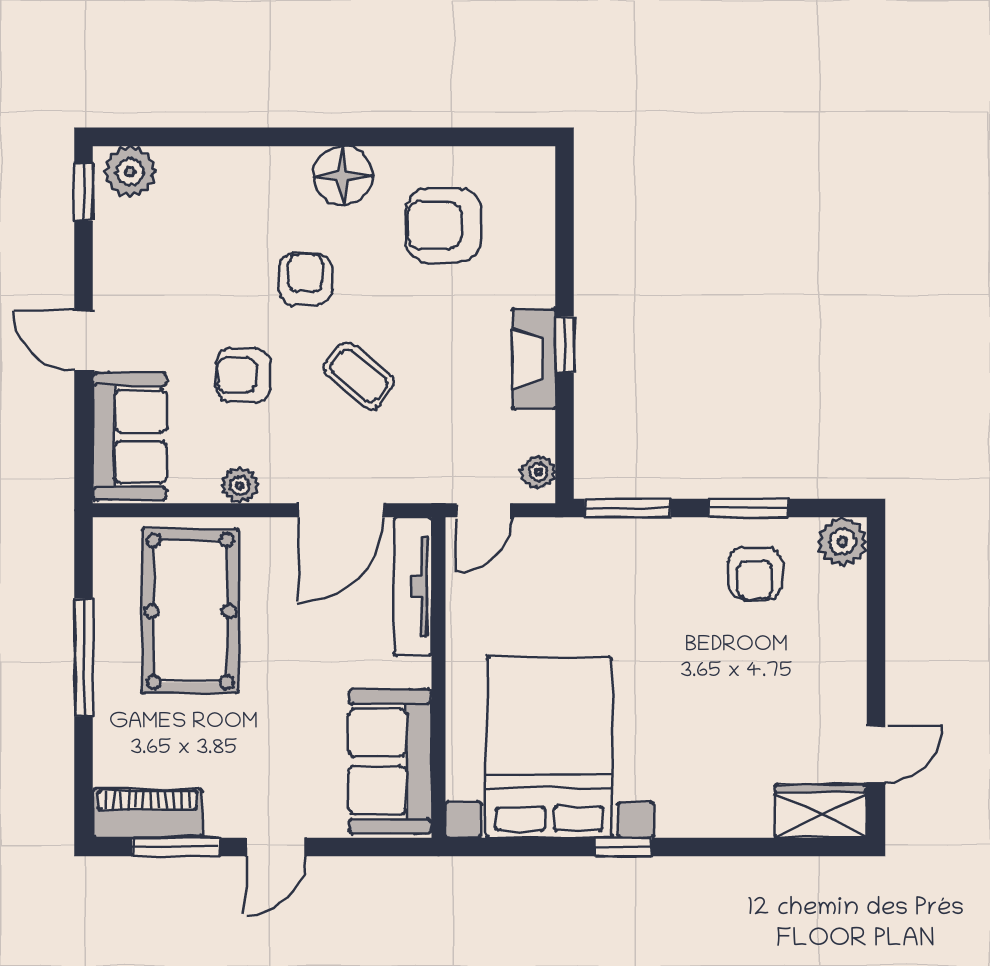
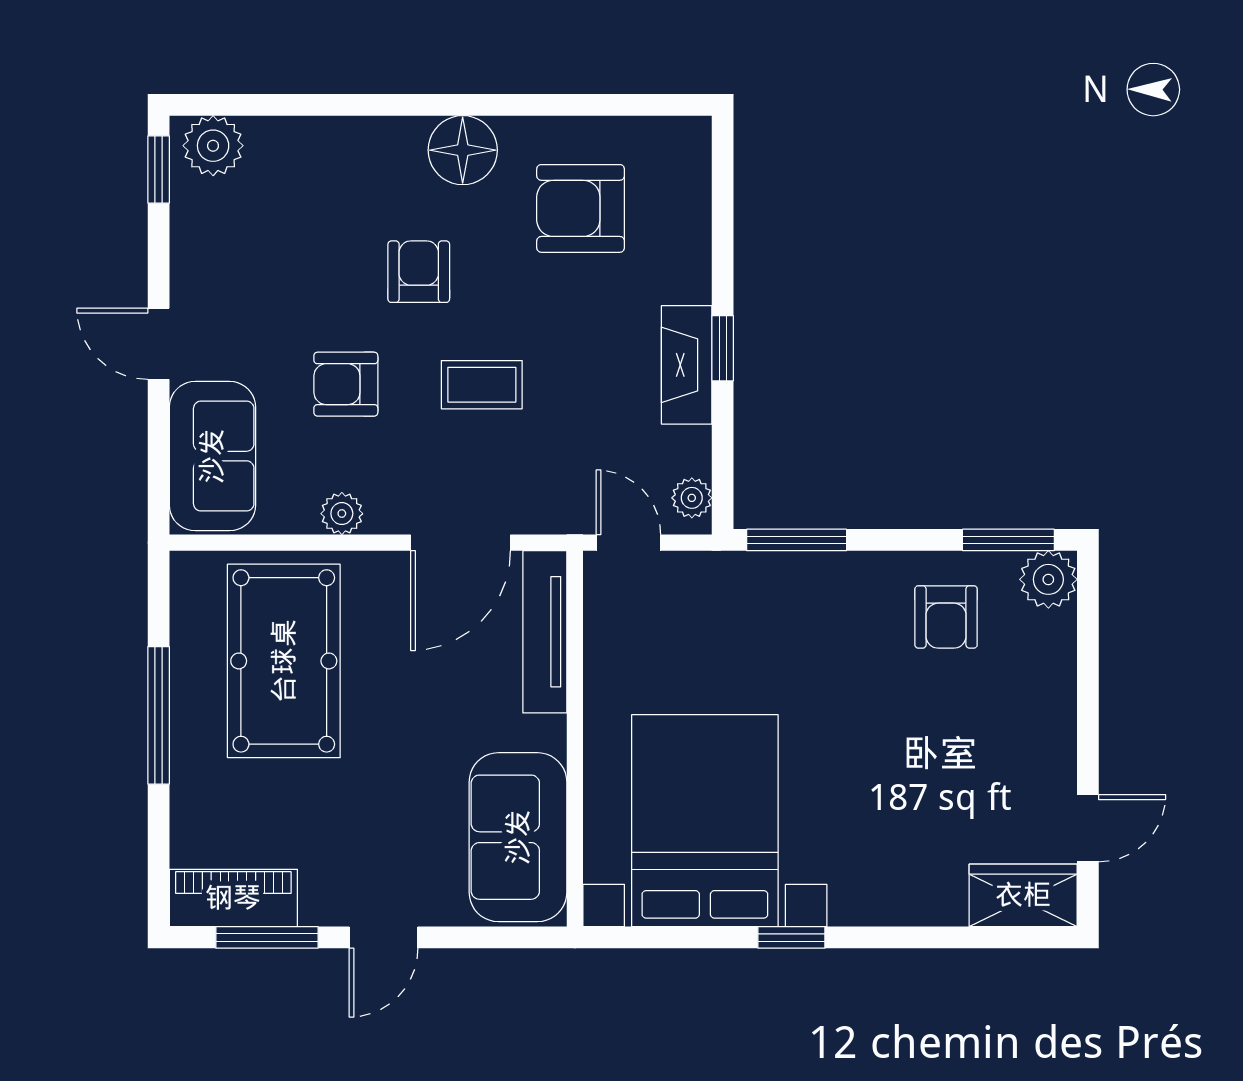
coffee table: (359, 376) -> (482, 385), turned -39
window: (749, 508) -> (1008, 540), moved
door: (484, 510) -> (628, 543), swing flipped

